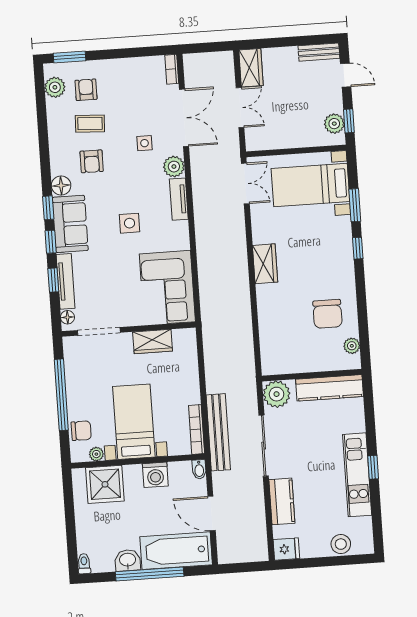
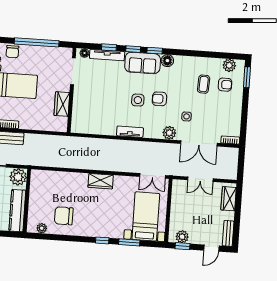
wardrobe: (251, 68) -> (229, 199), moved, turned 90
armchair: (92, 161) -> (159, 99), moved
tv unit: (179, 199) -> (130, 132), moved
corner sofa: (167, 288) -> (94, 118), removed

